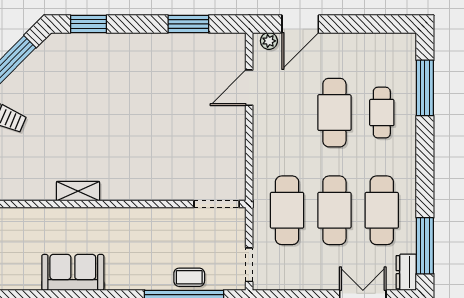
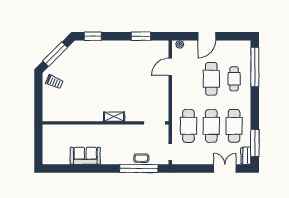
door: (300, 24) -> (207, 36), moved
window: (425, 88) -> (255, 67), width x1.46
shelving: (78, 191) -> (114, 117), moved

